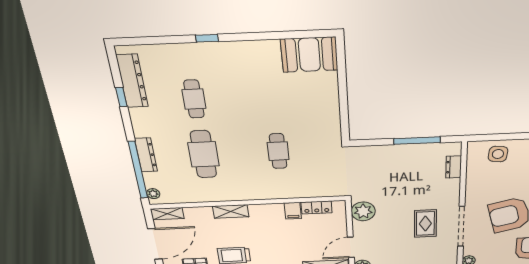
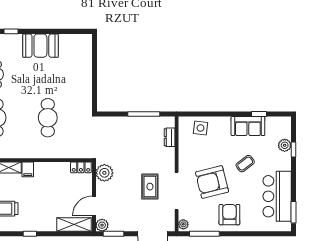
booth: (309, 55) -> (40, 46), moved
cafe table: (278, 151) -> (48, 118), width x1.37, depth x1.35
locker: (317, 207) -> (81, 167), moved
filing cabinet: (293, 211) -> (28, 169), moved

